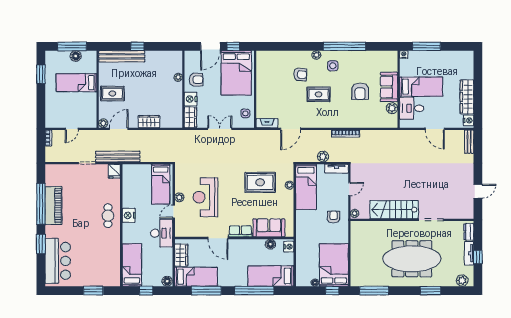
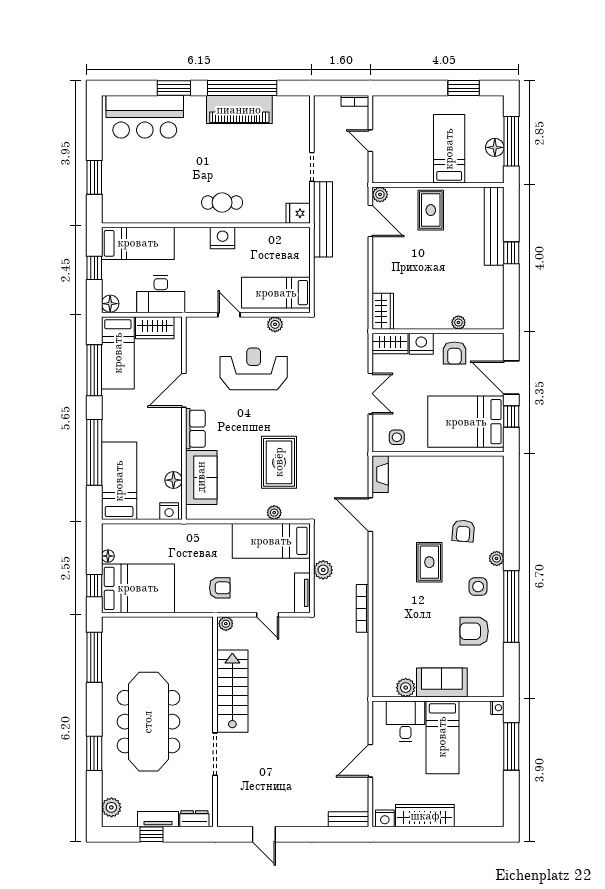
armchair: (360, 91) -> (474, 631), moved
wardrobe: (149, 122) -> (383, 311), moved
plant: (179, 197) -> (275, 324), moved
desk: (162, 233) -> (161, 294), moved

